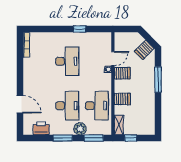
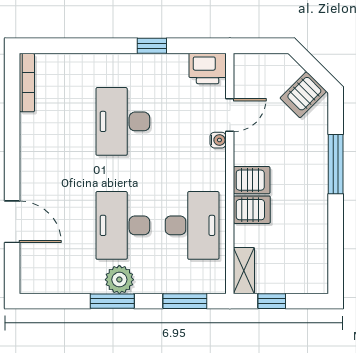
desk: (67, 61) -> (123, 121), turned 180
server rack: (122, 73) -> (252, 180), moved
desk: (67, 106) -> (123, 225), turned 180
printer: (41, 128) -> (208, 68), moved, turned 180
plant: (80, 129) -> (119, 280), moved

